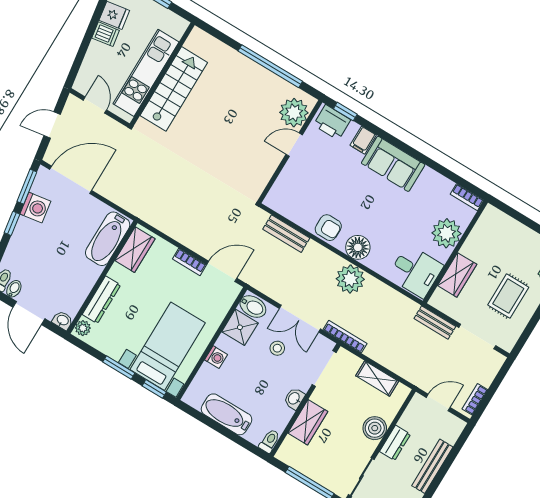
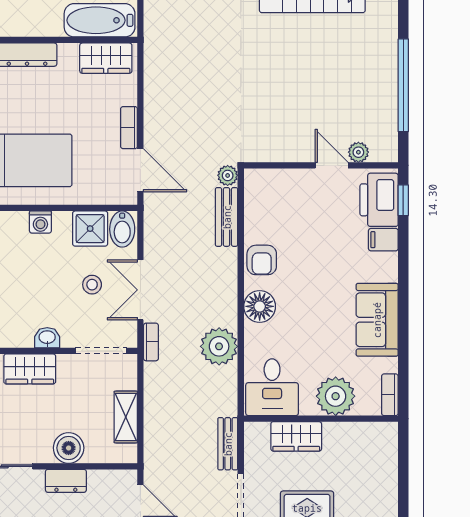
plant: (294, 113) -> (358, 152), width x0.53, depth x0.53
printer: (332, 122) -> (379, 200), width x1.37, depth x1.19
sofa: (393, 164) -> (377, 320), moved
plant: (260, 216) -> (228, 175), added
plant: (350, 279) -> (219, 346), moved
bookcase: (345, 337) -> (151, 342), width x0.64

